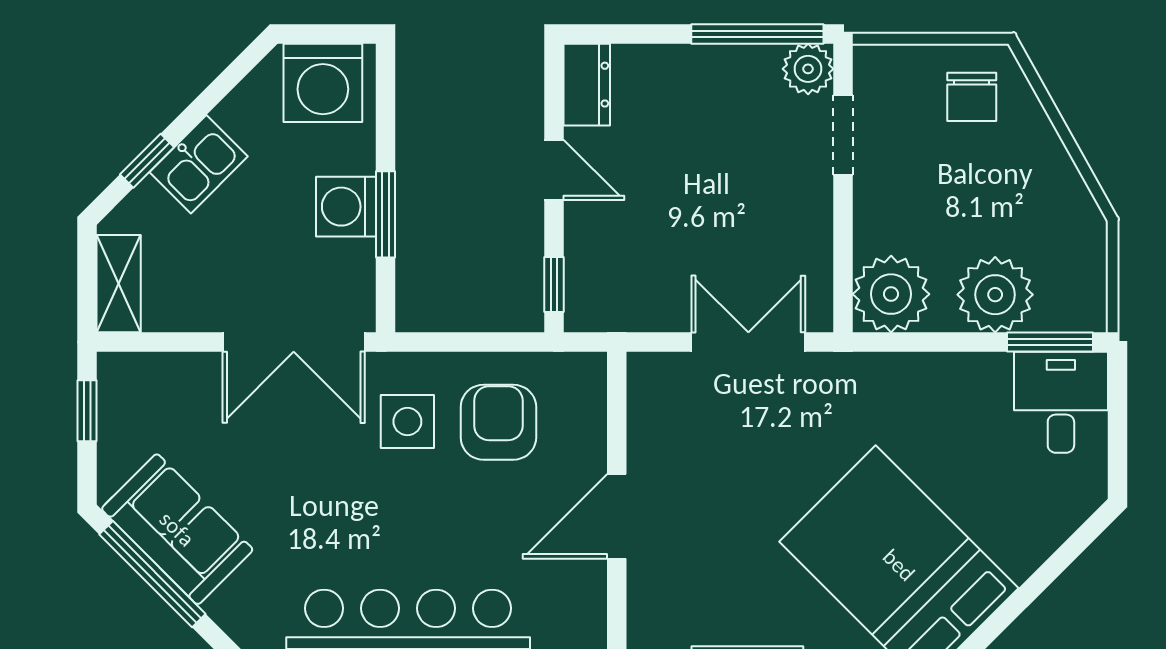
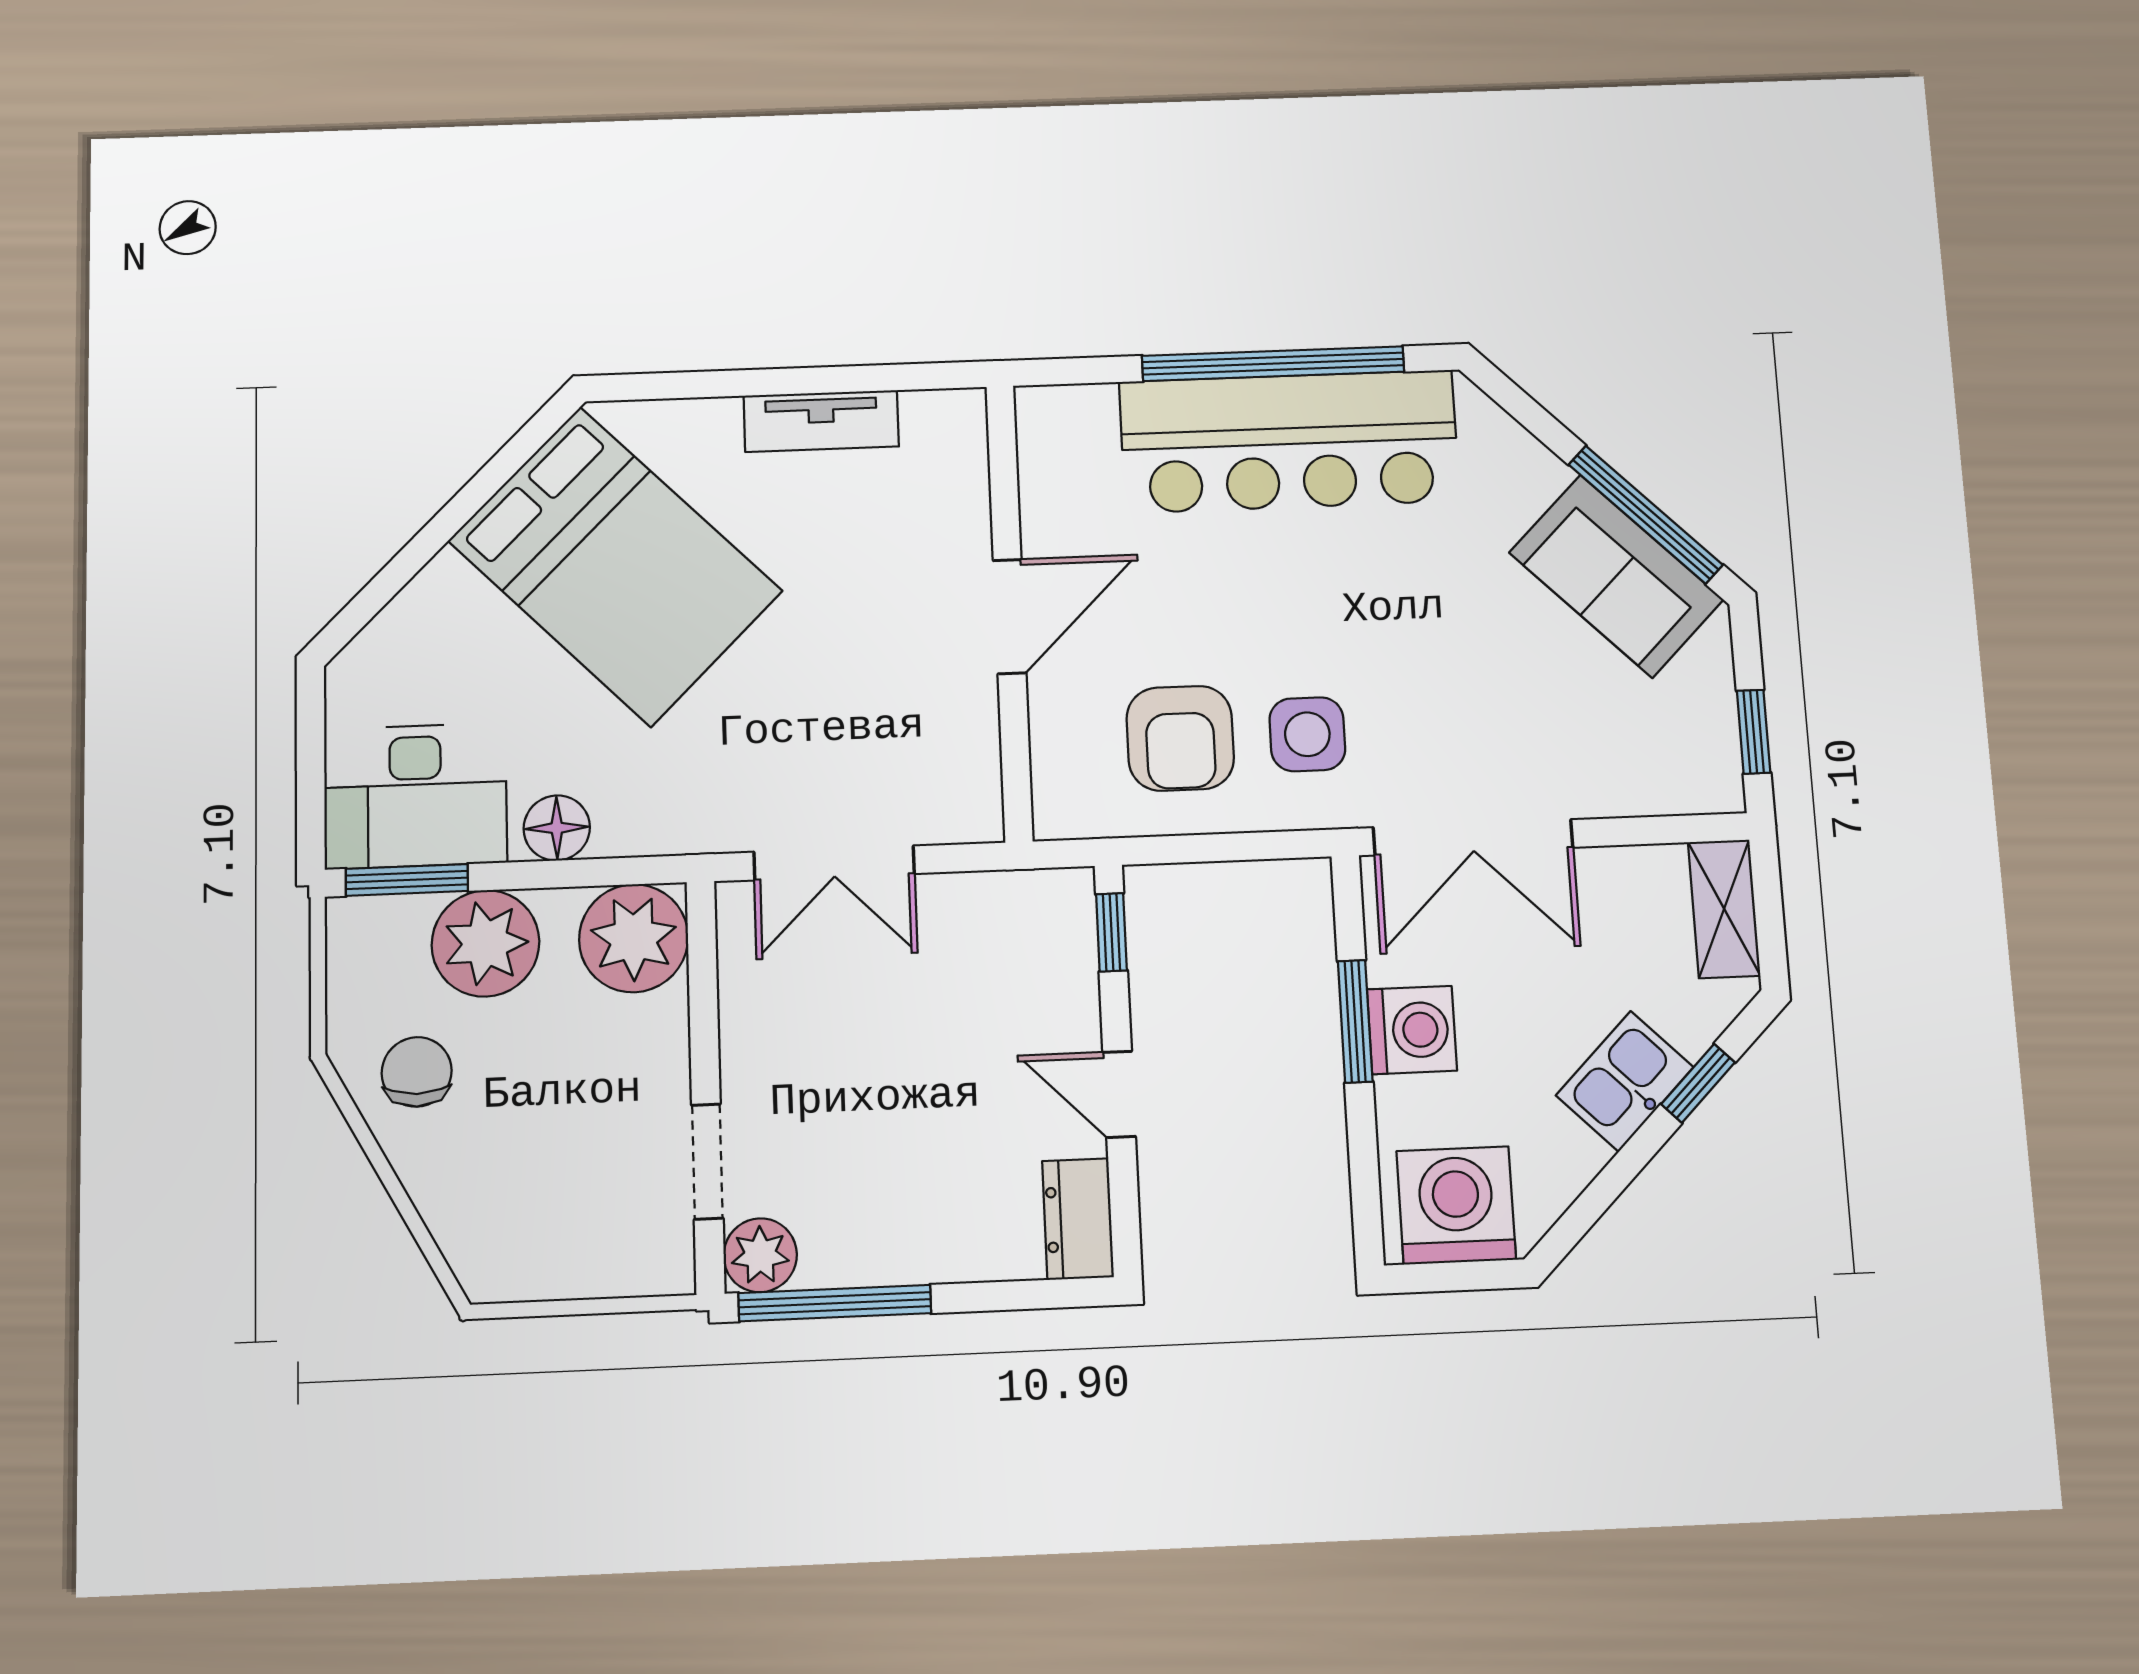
chair: (972, 97) -> (417, 1072), moved
double door: (294, 342) -> (1473, 837), swing flipped
floor lamp: (944, 375) -> (557, 828), added
desk: (1061, 402) -> (415, 796), width x1.37

